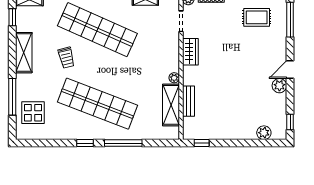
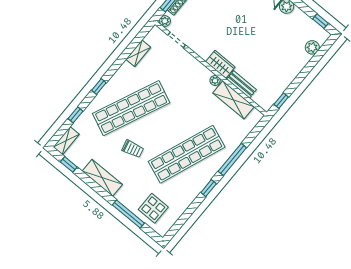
wardrobe: (190, 52) -> (220, 64), moved

